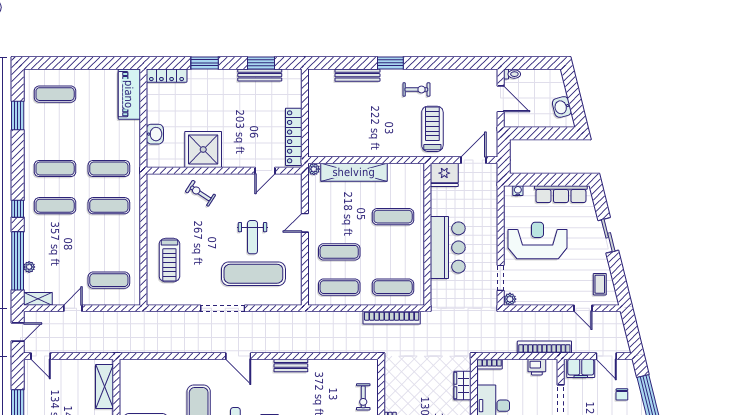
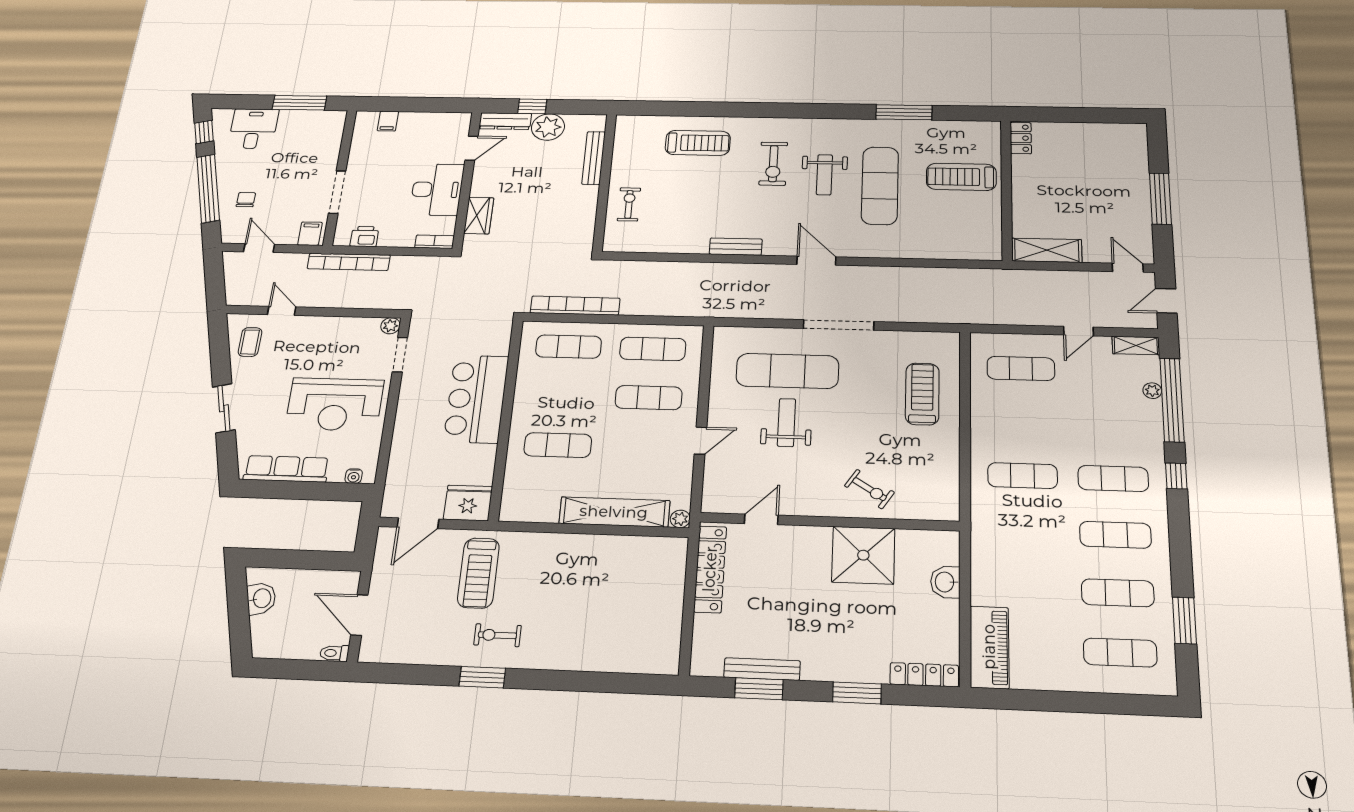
window: (390, 63) -> (482, 677), moved
bench: (357, 75) -> (595, 662), removed
exercise mat: (109, 169) -> (1118, 593), moved
filing cabinet: (581, 368) -> (310, 234), width x0.50
shelving: (105, 387) -> (1047, 250), moved, turned 90

